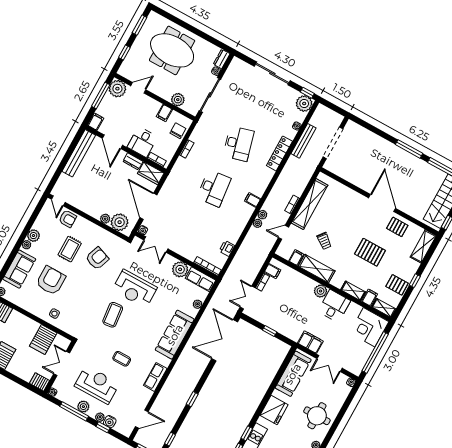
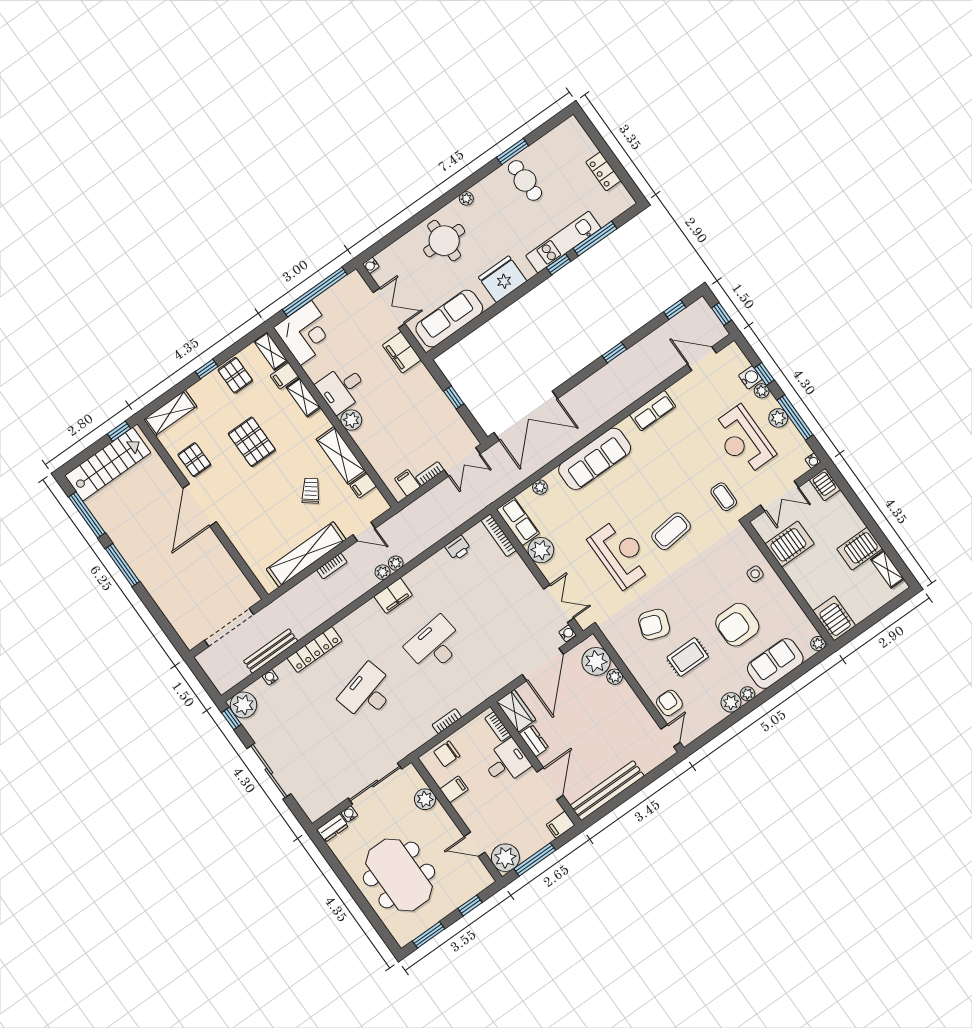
filing cabinet: (253, 200) -> (393, 596), width x2.00
coffee table: (122, 359) -> (724, 497), moved

